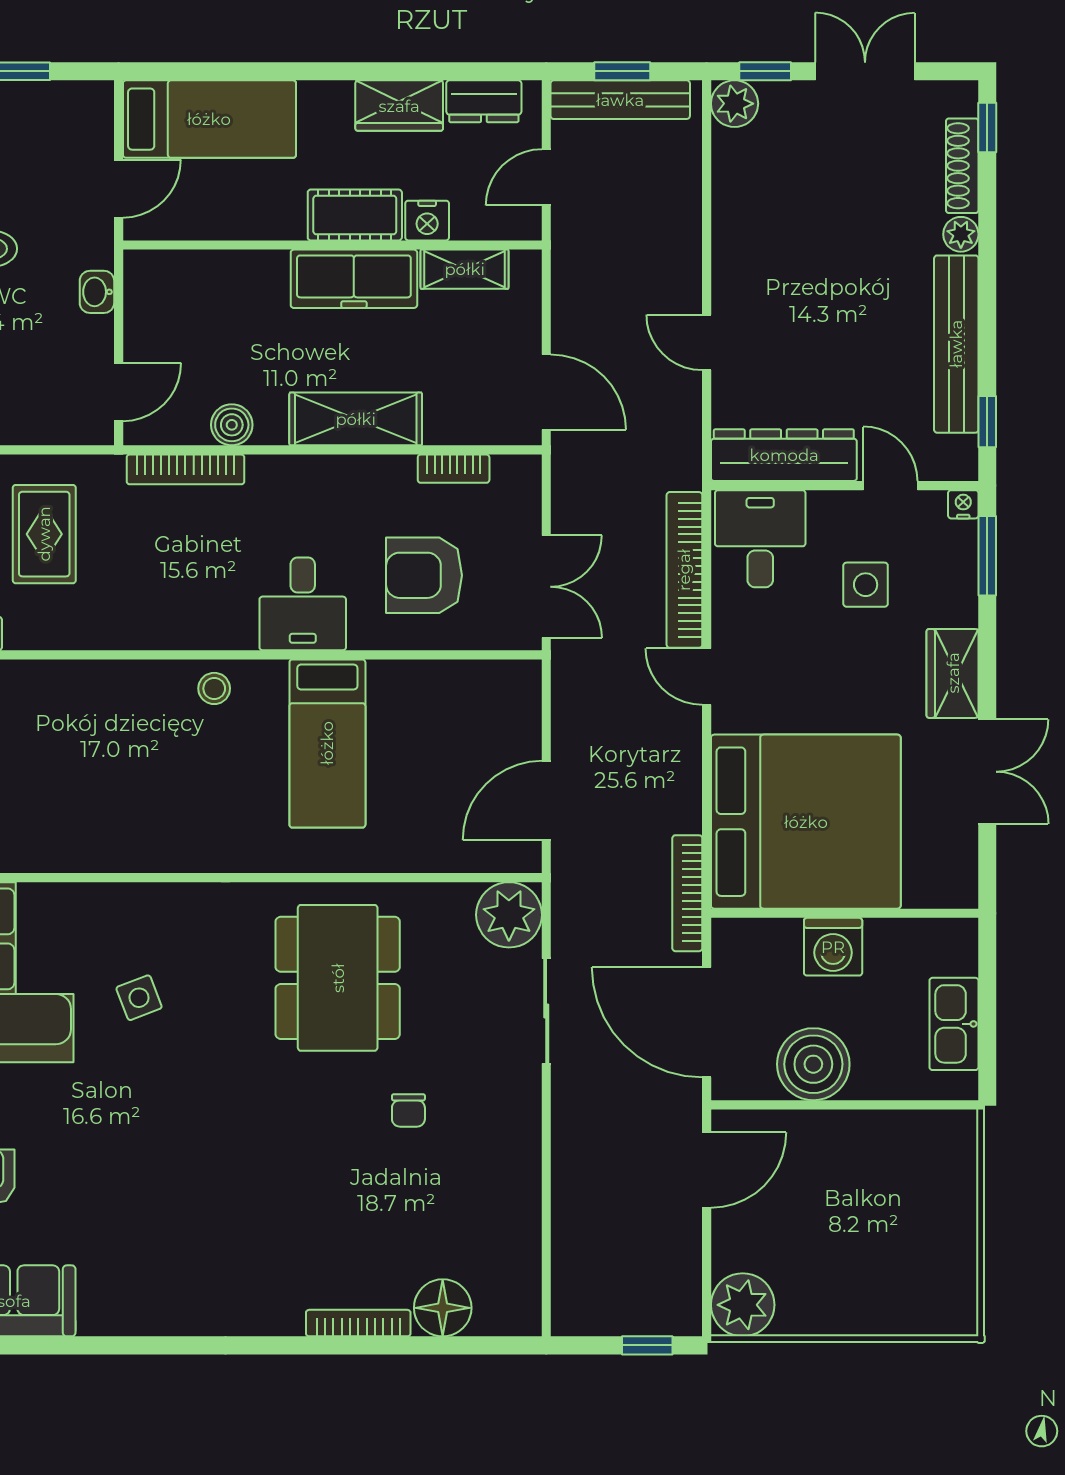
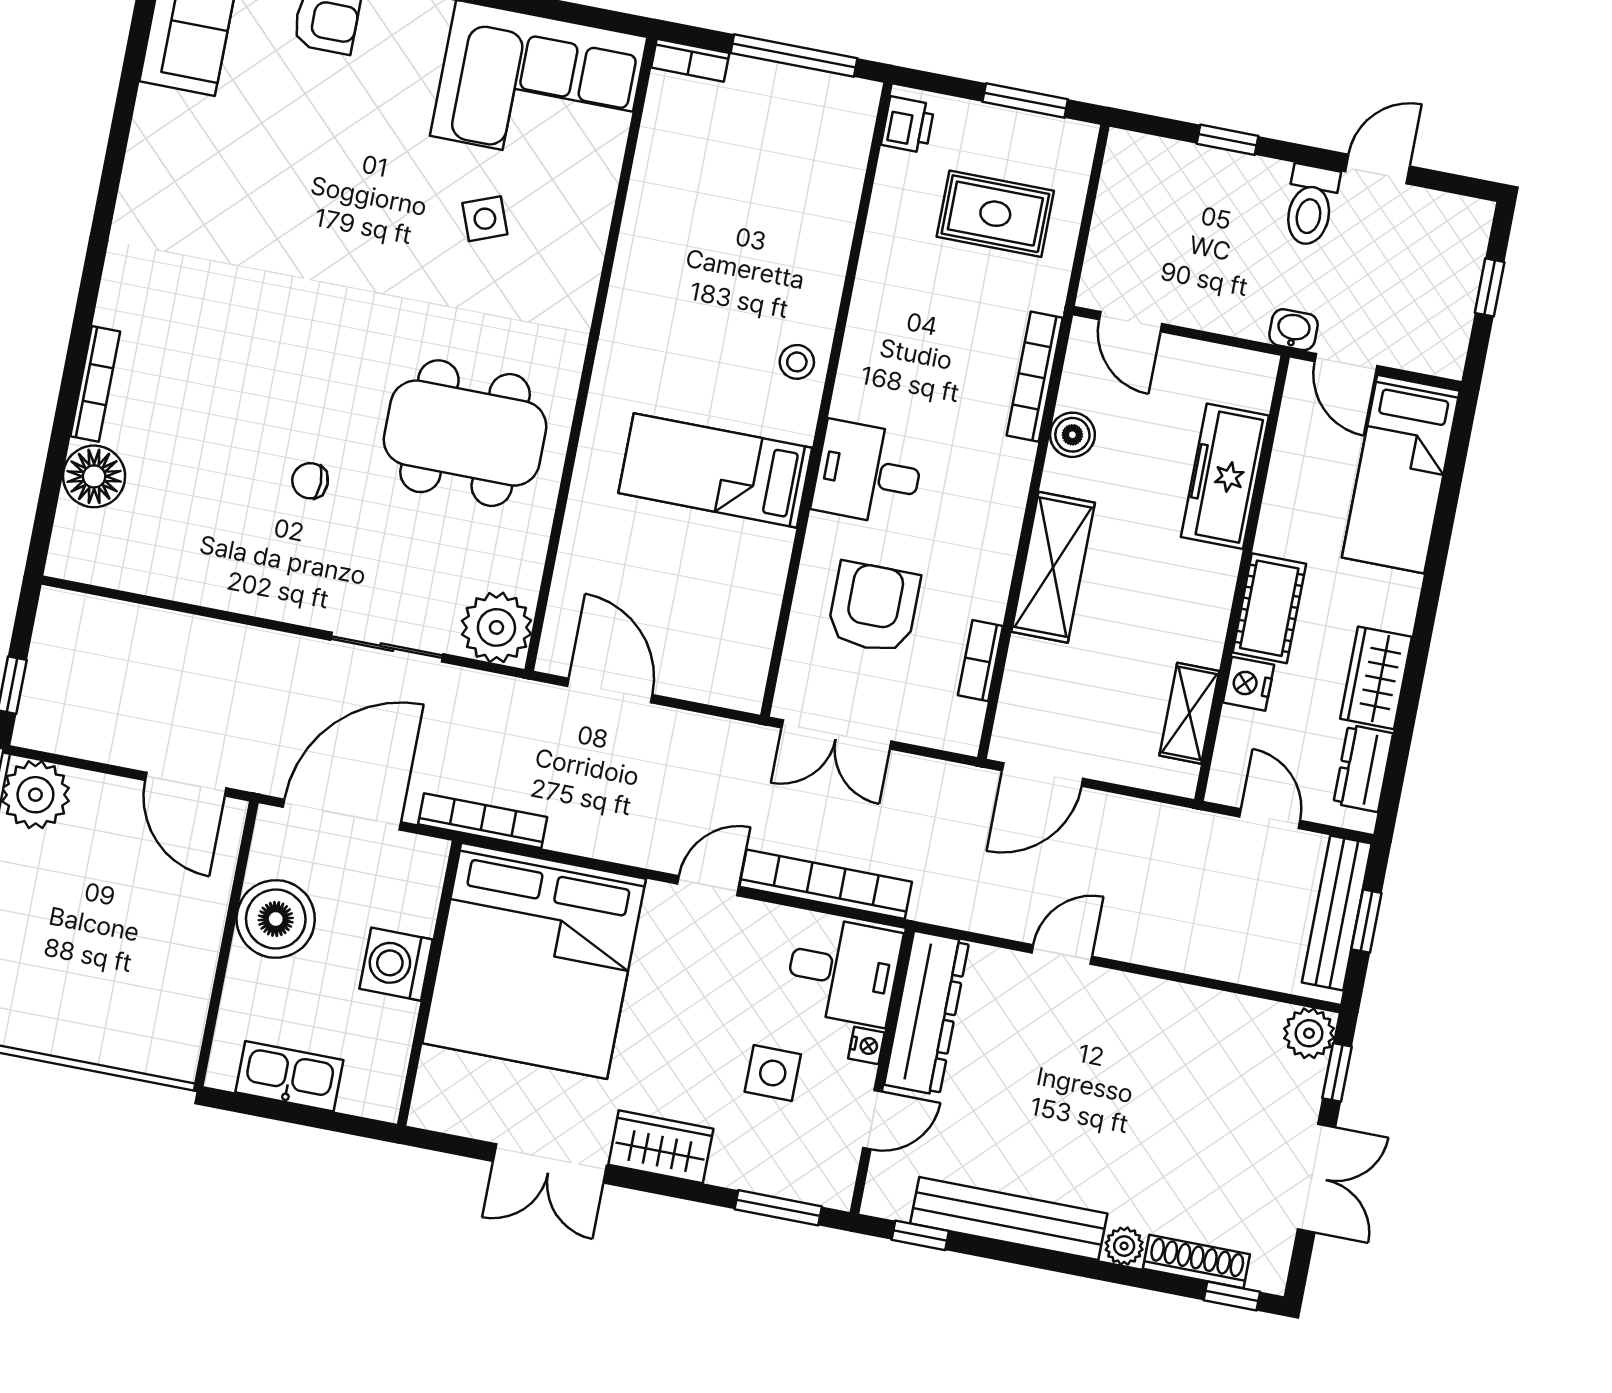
freezer: (354, 279) -> (1225, 476), moved
washbasin: (97, 292) -> (1293, 330), moved
nightstand: (963, 504) -> (866, 1046), moved

